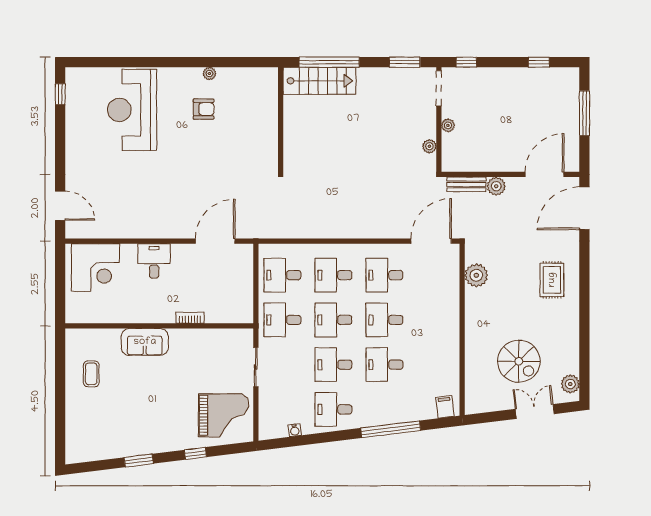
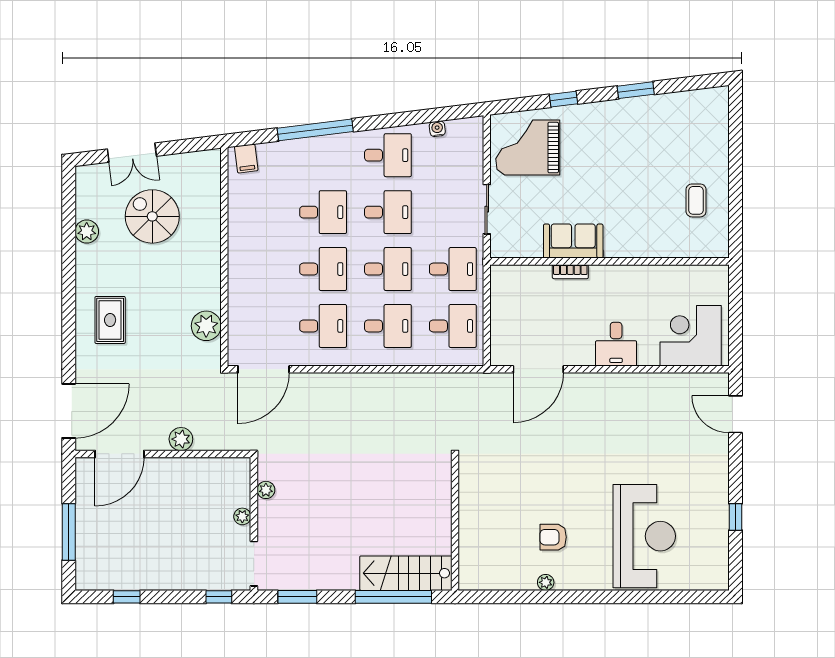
window: (60, 94) -> (736, 517), moved
bench: (466, 184) -> (219, 441), removed
sofa: (145, 342) -> (573, 241), moved
plant: (570, 384) -> (87, 231), moved

